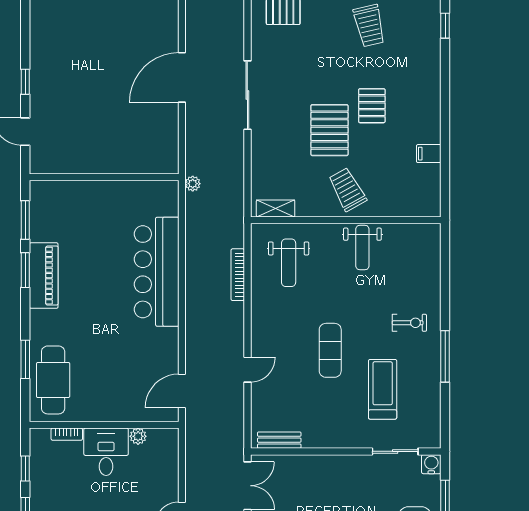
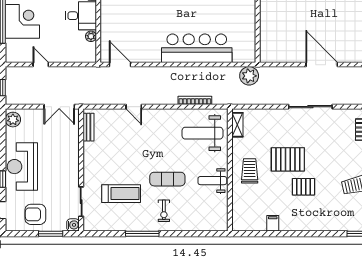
plant: (193, 184) -> (249, 76), width x1.88, depth x1.88
trolley: (347, 190) -> (250, 171), turned -61
weight bench: (289, 263) -> (203, 133), width x1.36, depth x1.33
exercise mat: (330, 350) -> (167, 179), moved

